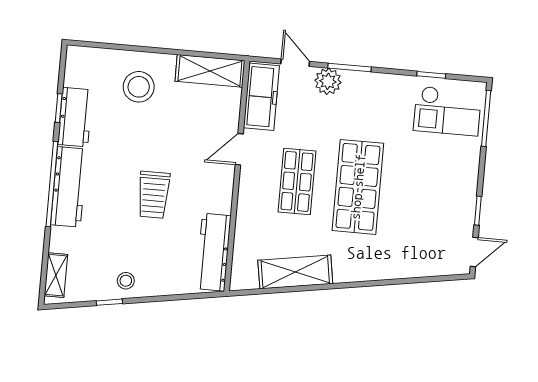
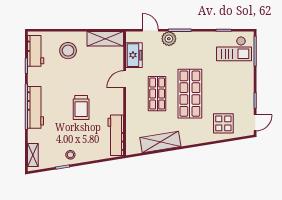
freezer: (261, 97) -> (134, 55), width x0.71
workbench: (75, 117) -> (36, 51), moved
display table: (415, 248) -> (223, 123), added

